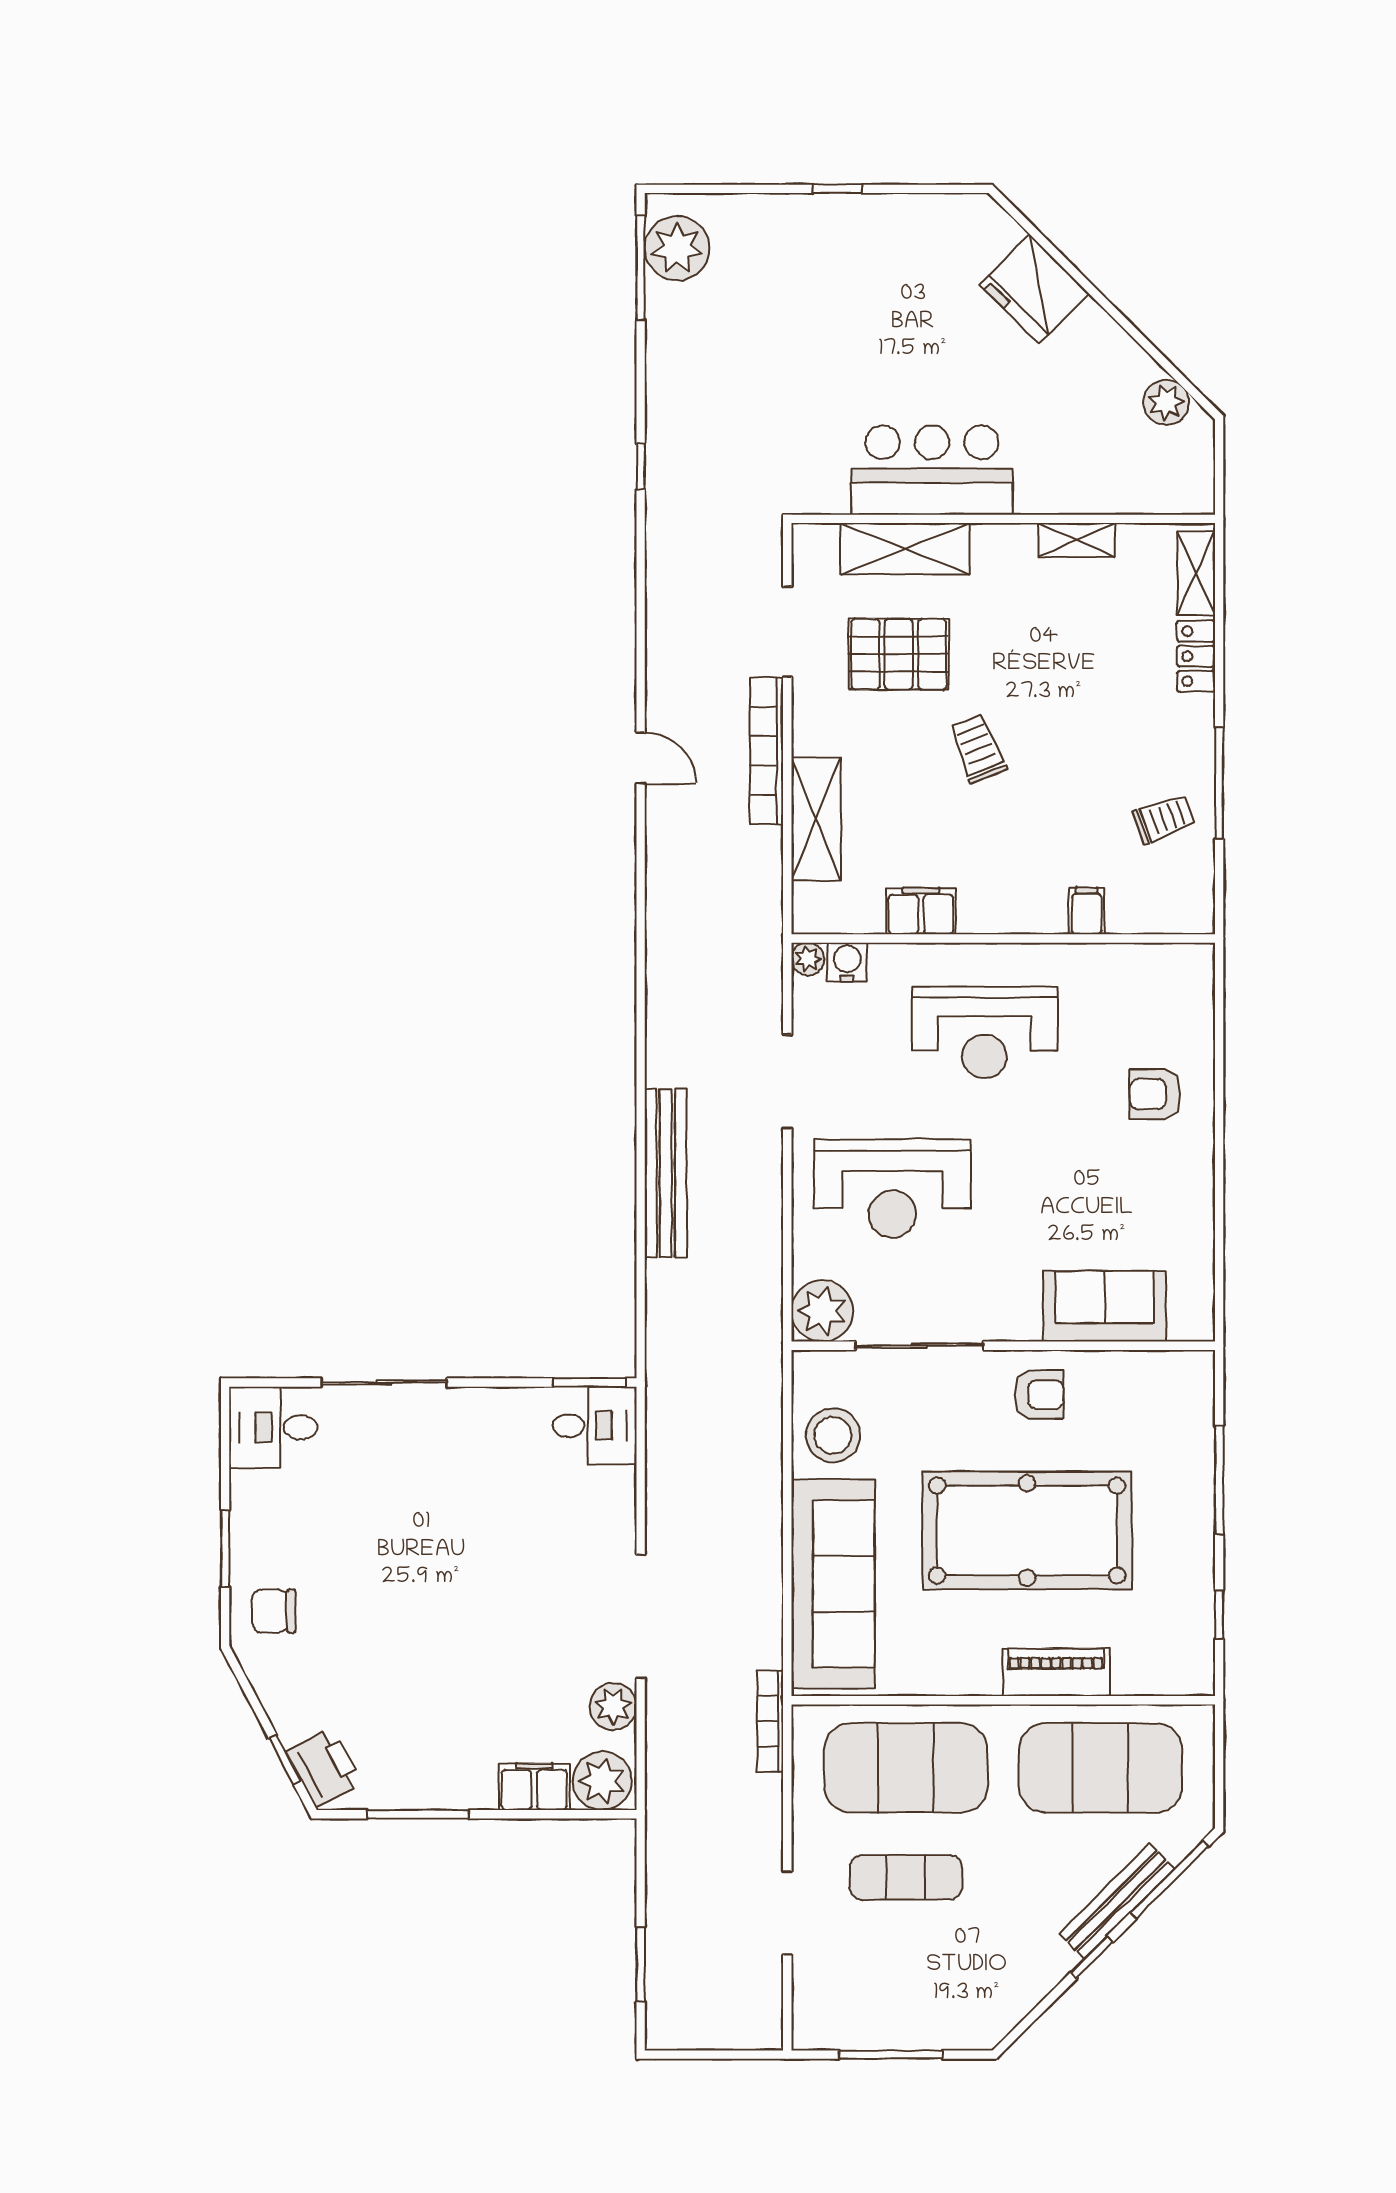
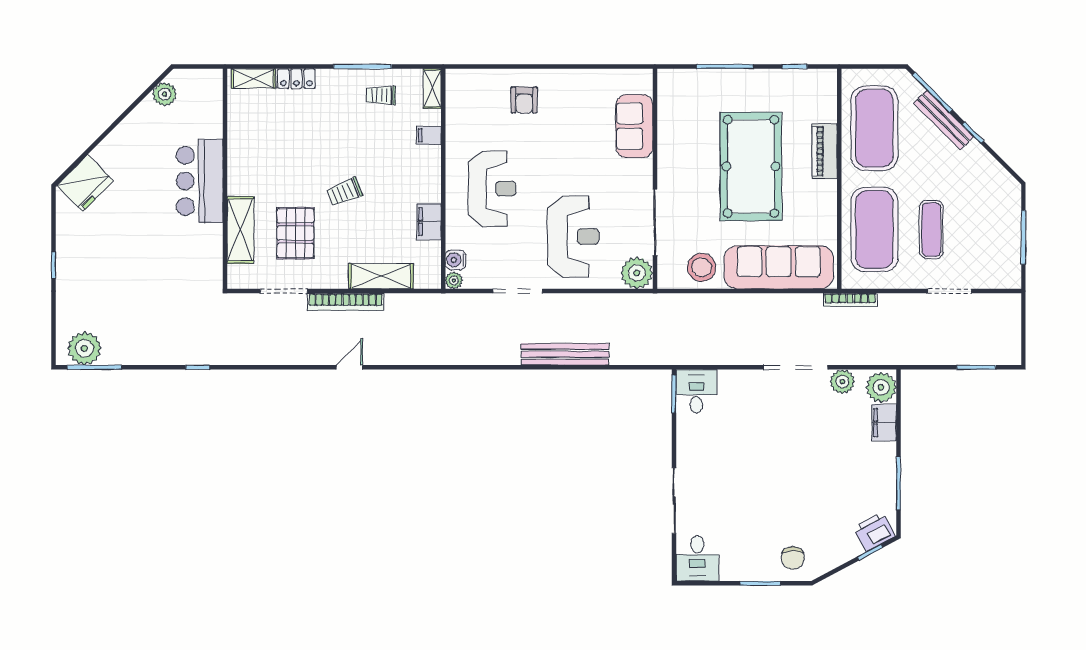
fridge: (1034, 289) -> (85, 183), moved
bar counter: (932, 470) -> (200, 181), moved
shelving: (1077, 540) -> (432, 89), moved
trolley: (1164, 819) -> (381, 95), turned -70
armchair: (1039, 1395) -> (680, 160), removed

